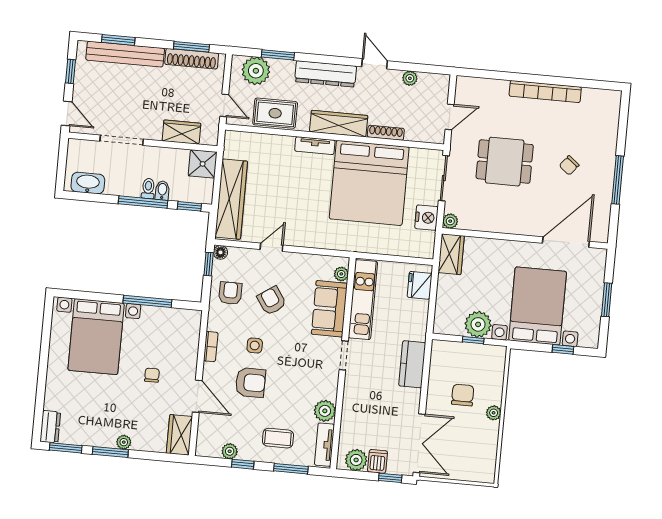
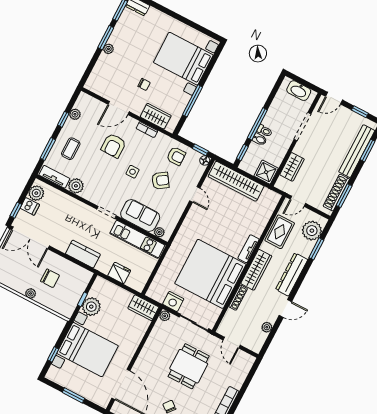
washbasin: (88, 183) -> (299, 91), moved, turned 90
fridge: (420, 285) -> (119, 273), moved
side table: (255, 346) -> (133, 172), moved
wardrobe: (179, 435) -> (156, 116), moved

